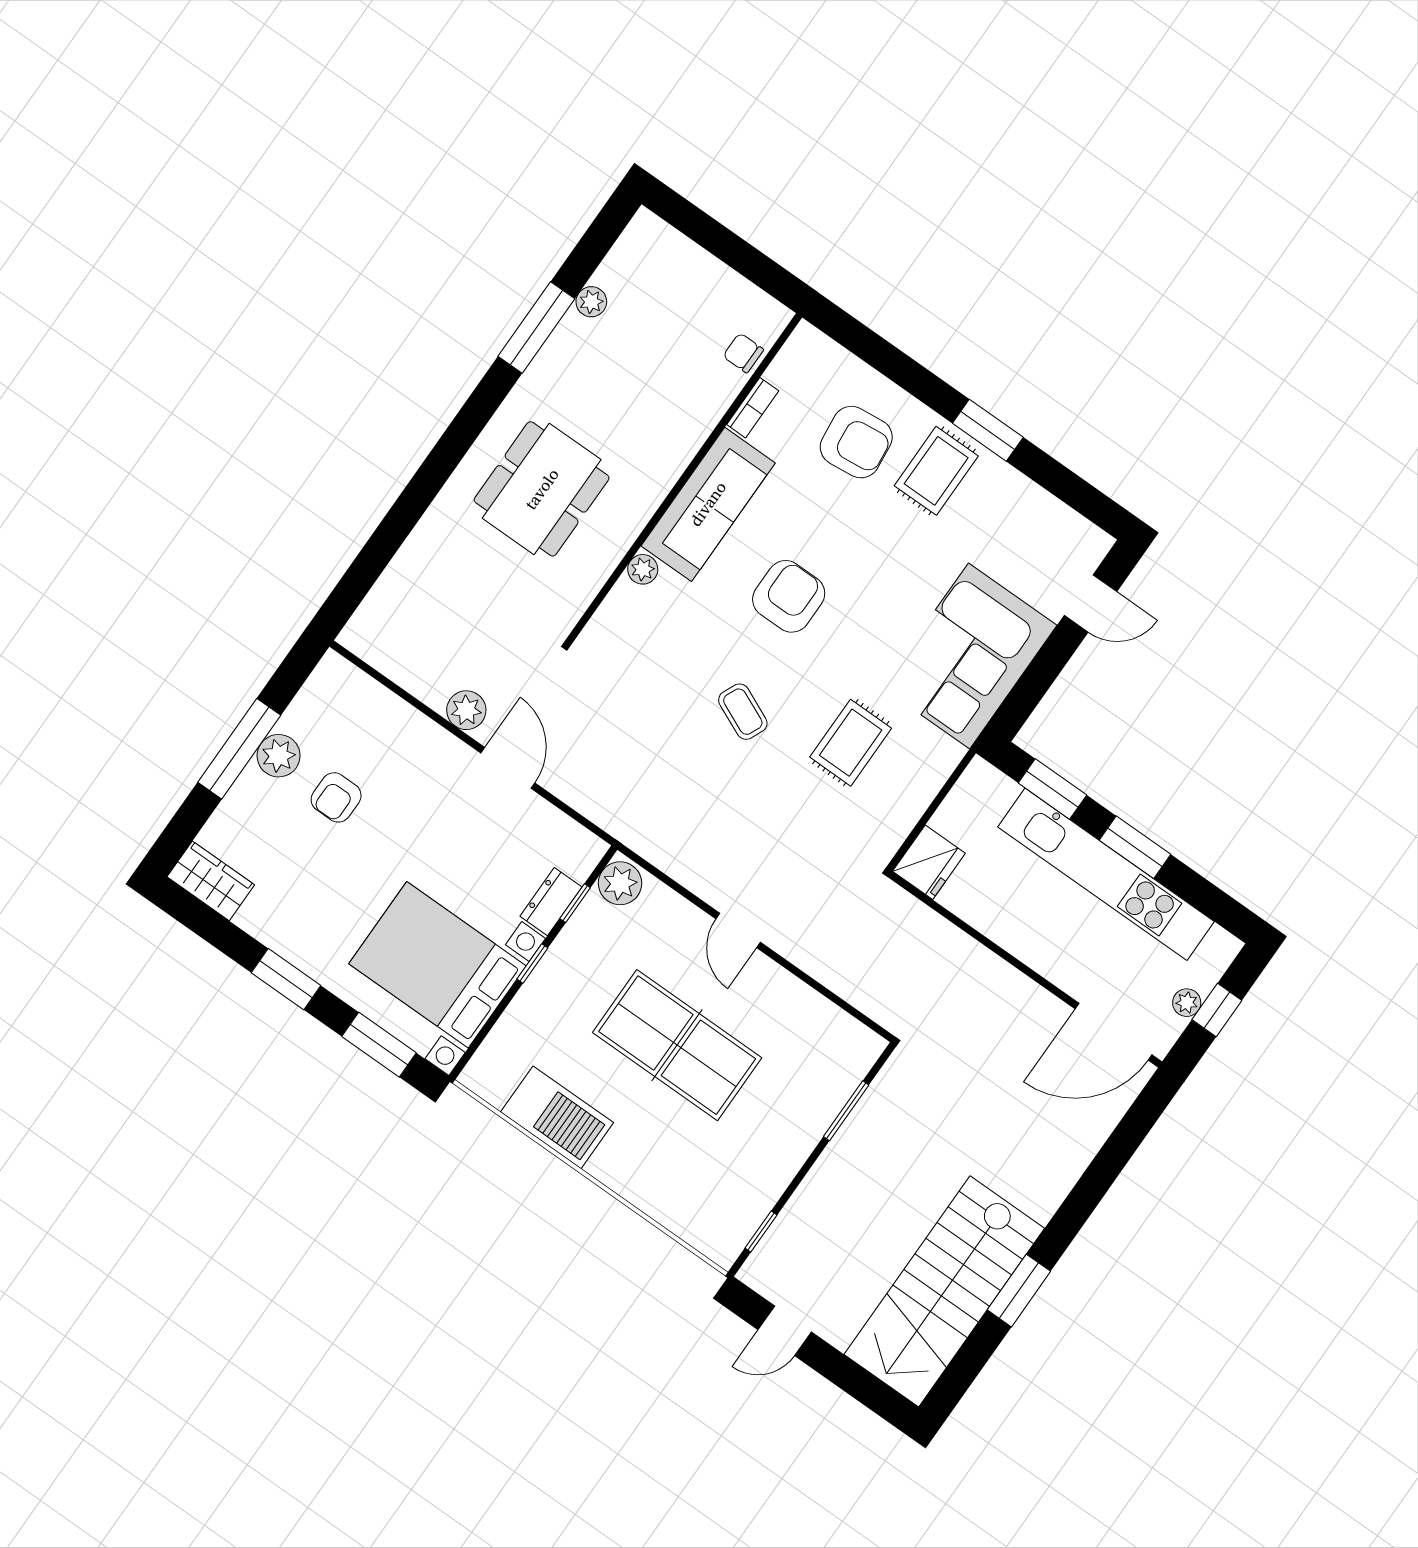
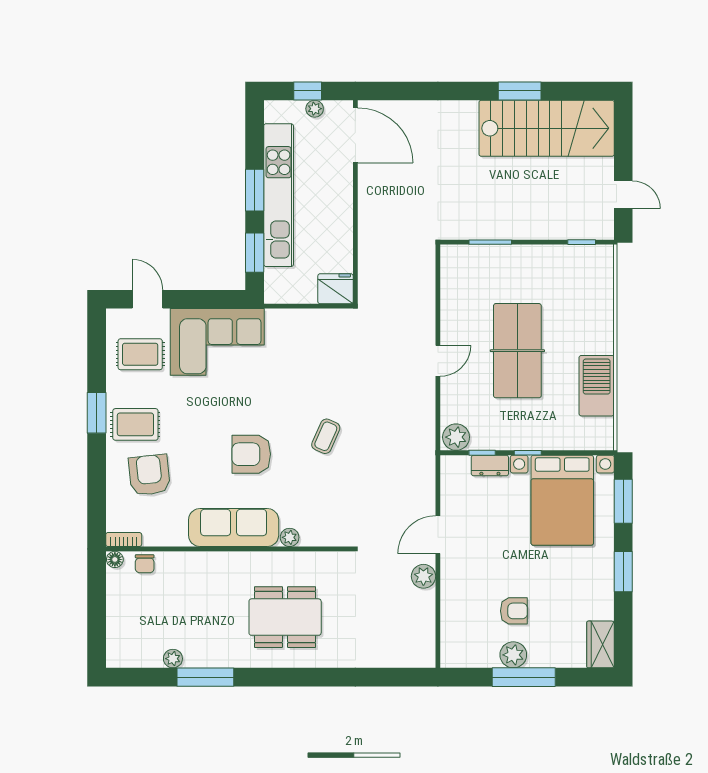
floor lamp: (777, 317) -> (115, 559), added
bookcase: (753, 408) -> (124, 539), moved
rug: (851, 743) -> (140, 354), moved

